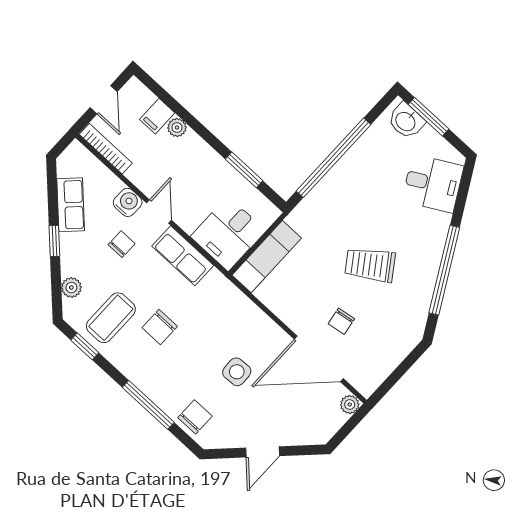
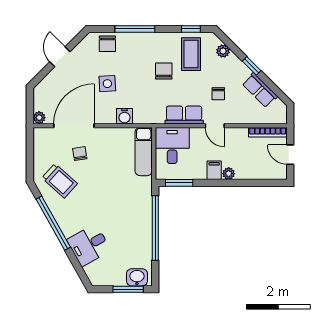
filing cabinet: (157, 116) -> (214, 170), moved
plant: (177, 128) -> (229, 174), moved
window: (244, 170) -> (179, 183), moved
desk: (433, 184) -> (89, 245), moved
water cooler: (128, 202) -> (124, 116), moved
trolley: (370, 265) -> (60, 181), moved, turned 77

